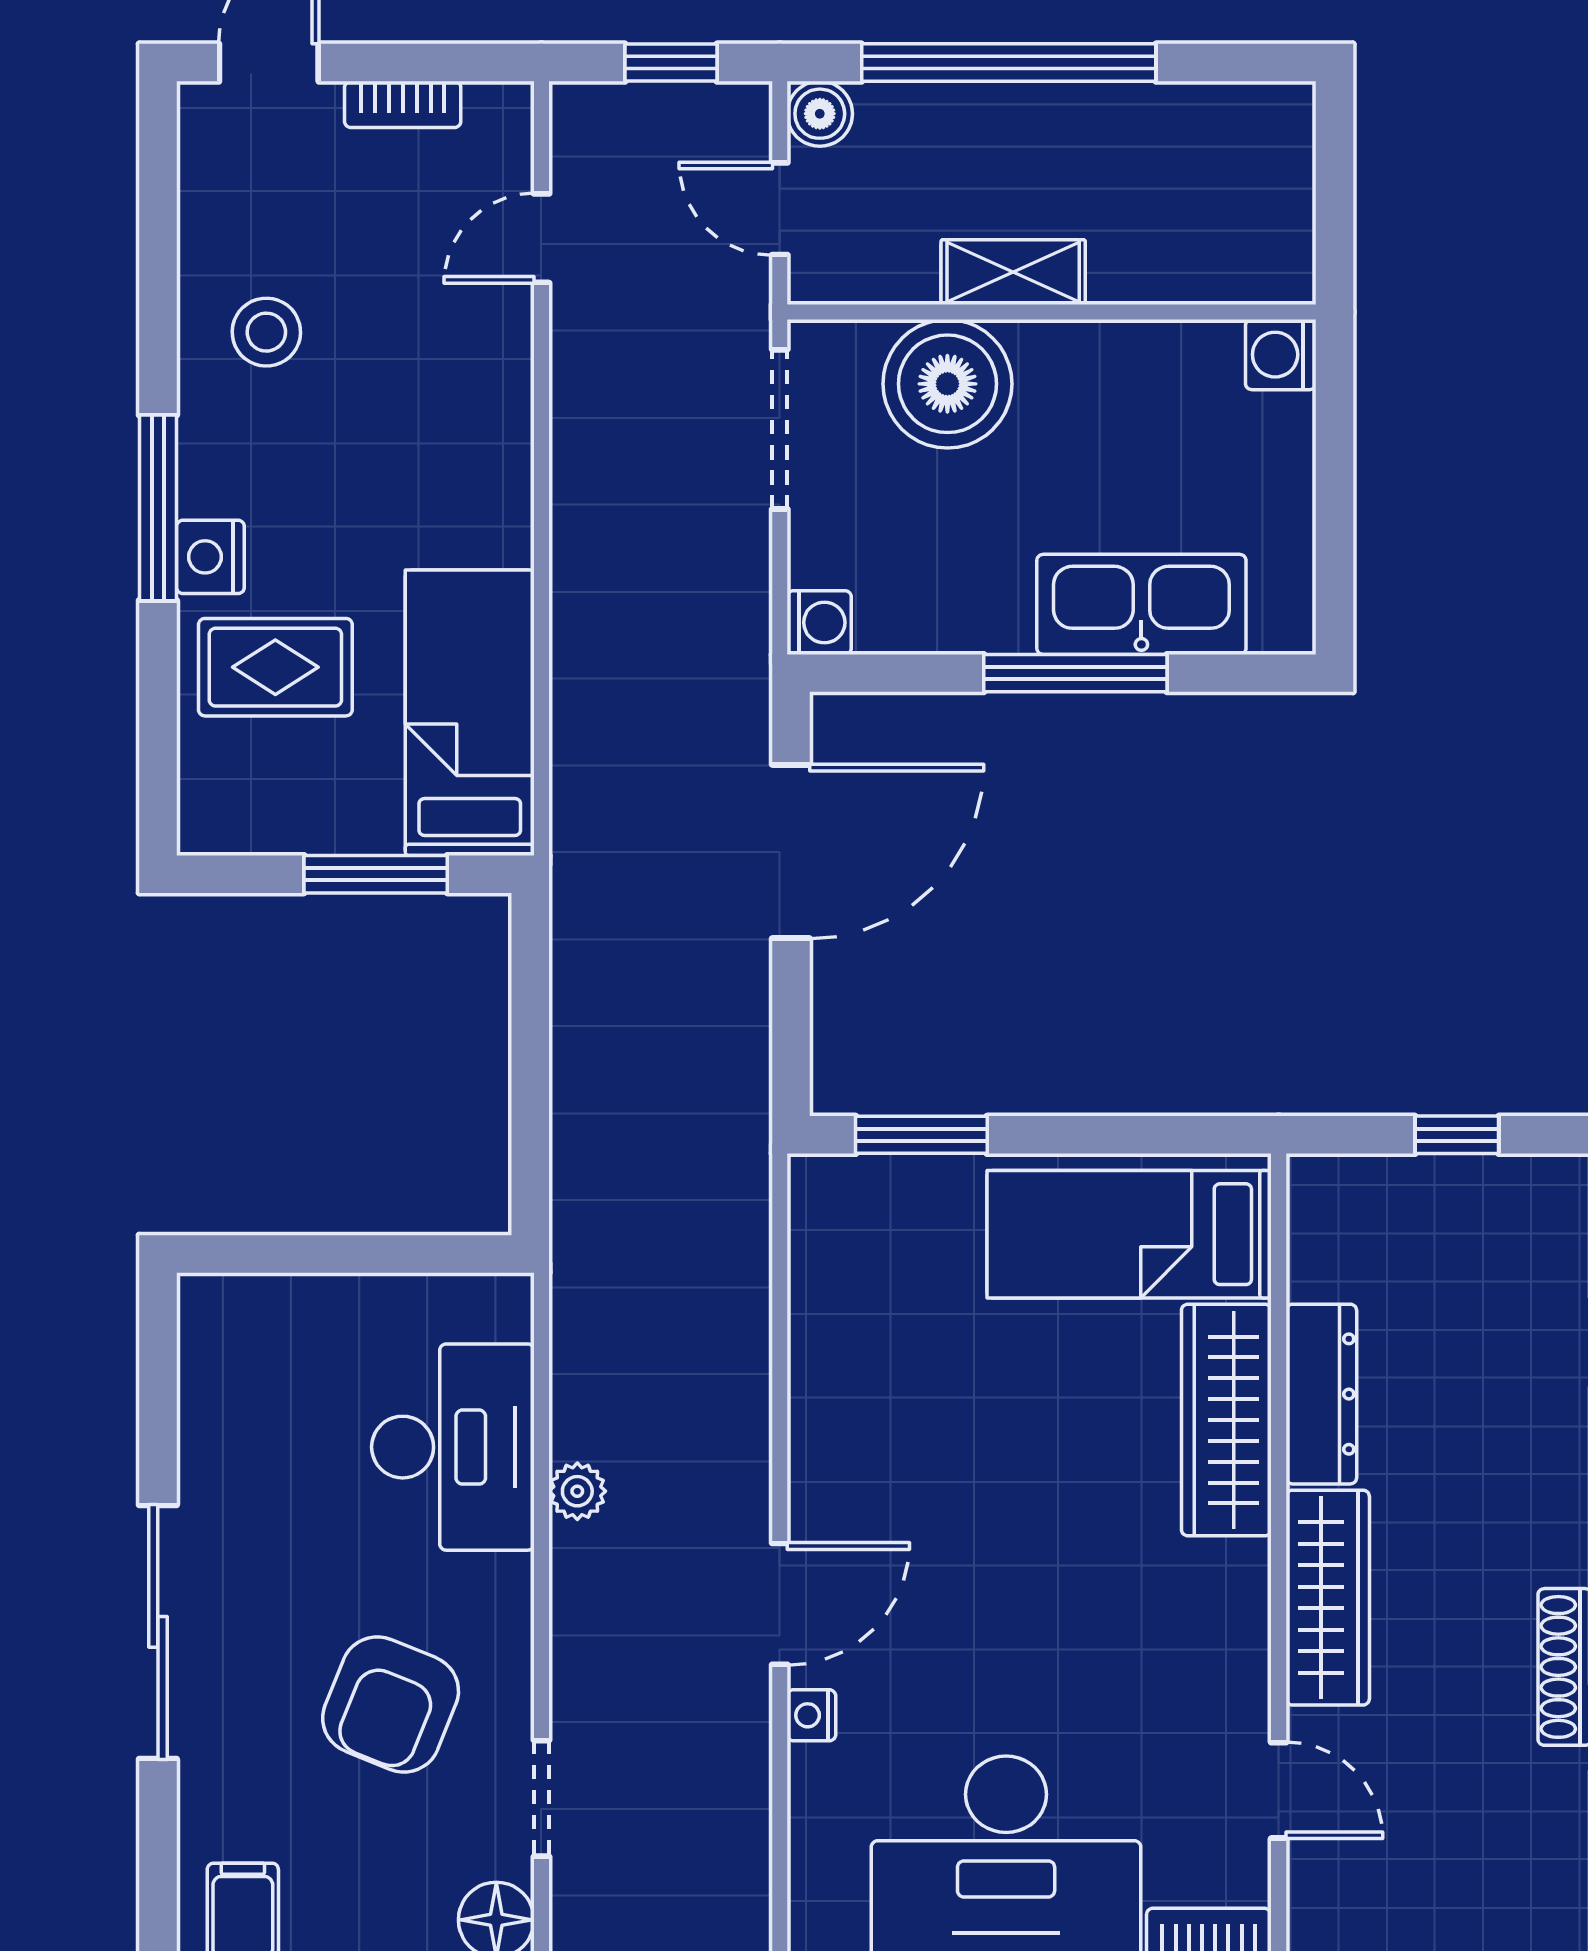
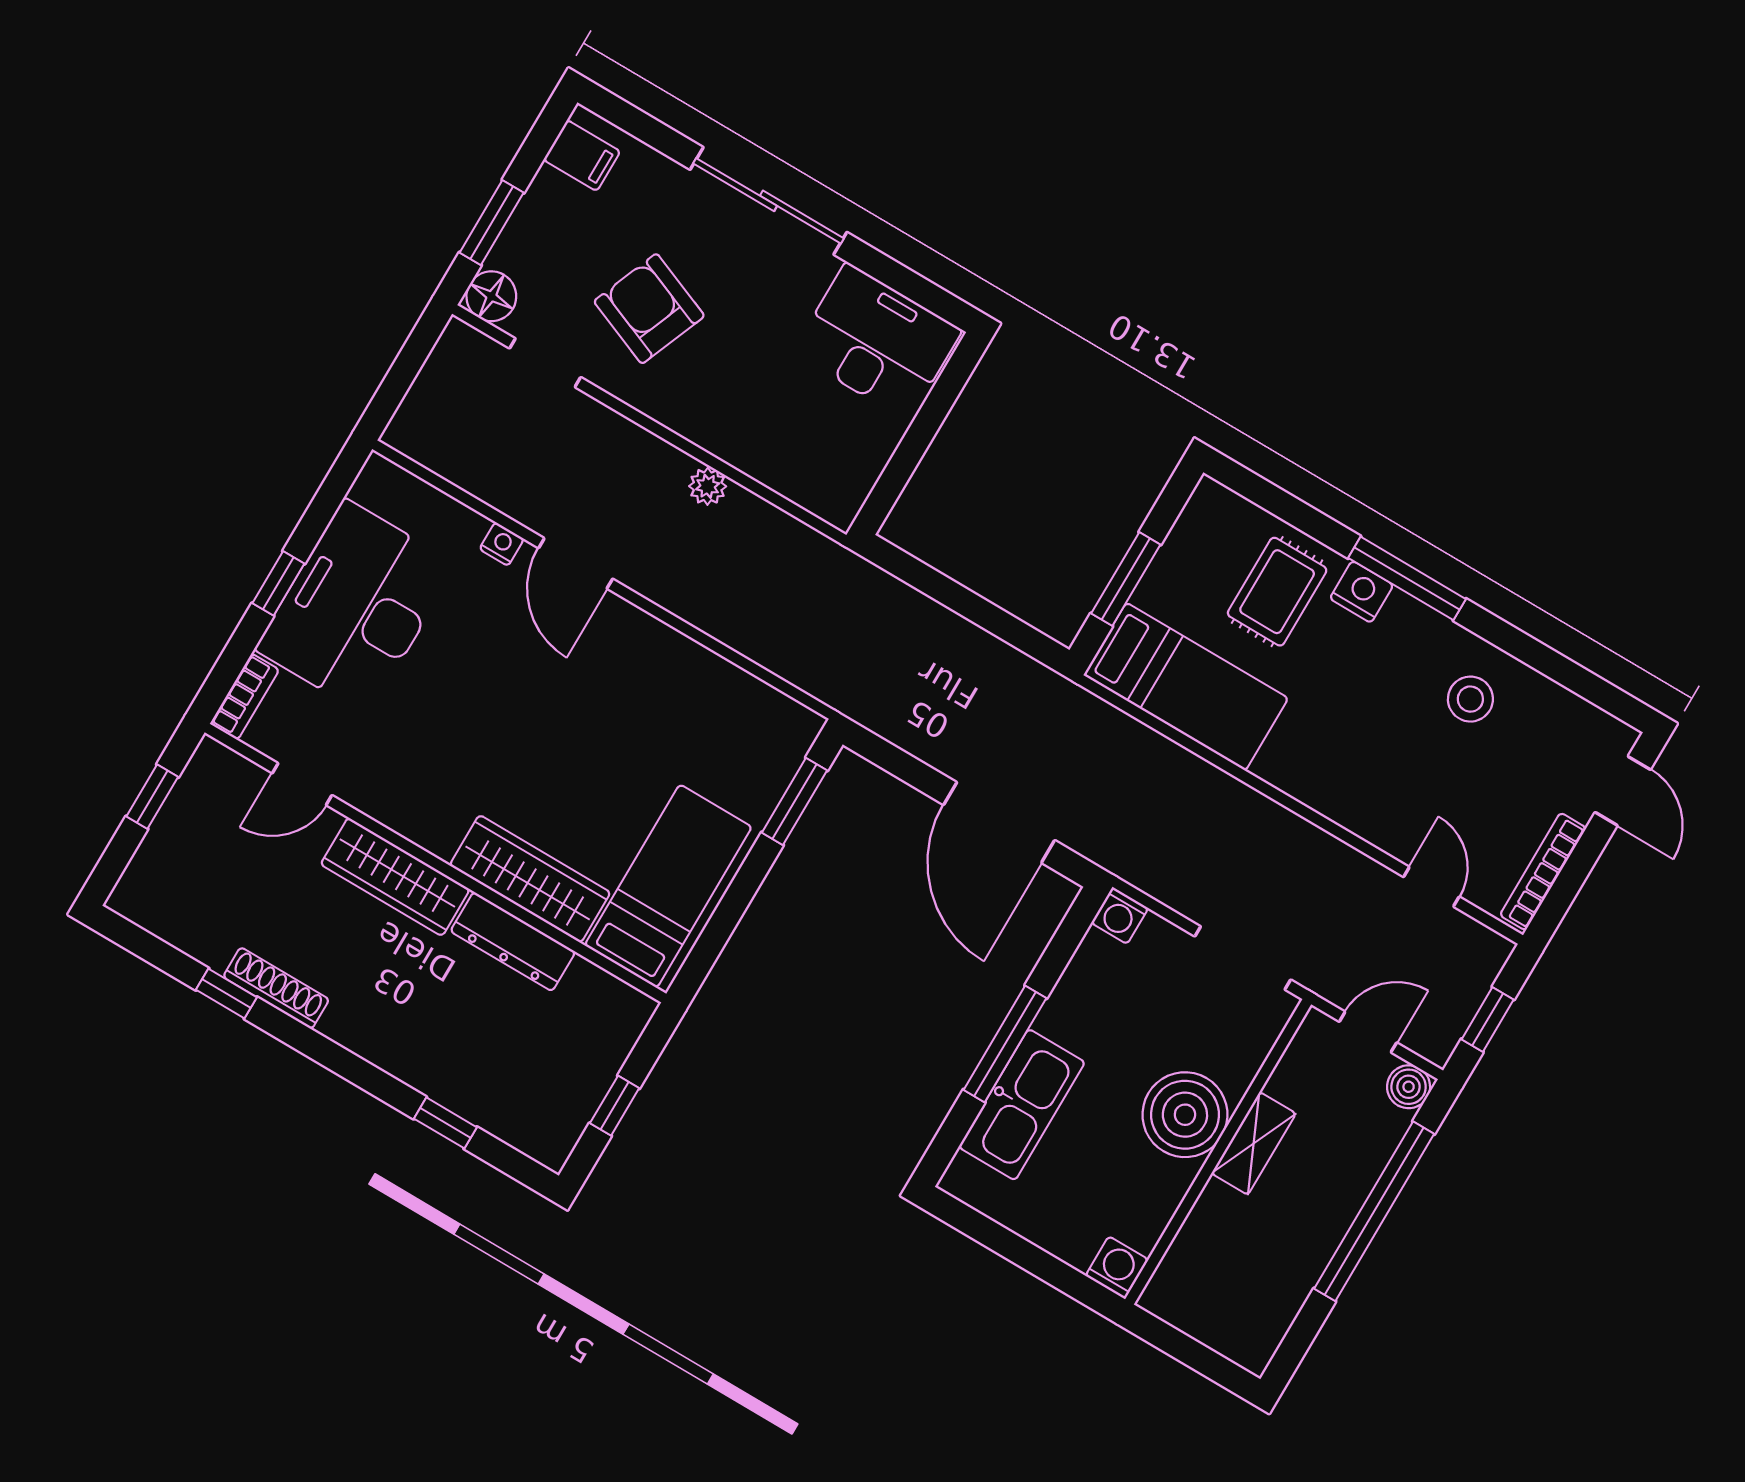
bookcase: (403, 104) -> (1543, 872), width x1.56
boiler: (947, 384) -> (1185, 1115), moved
desk: (453, 1447) -> (877, 342), moved, turned 180

